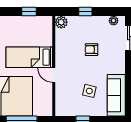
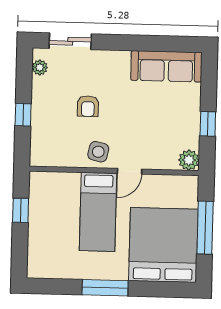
plant: (61, 22) -> (189, 160), moved
side table: (89, 91) -> (98, 152), moved

